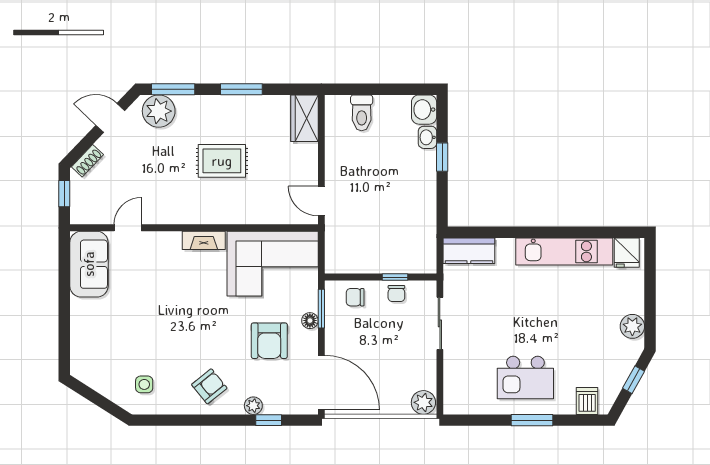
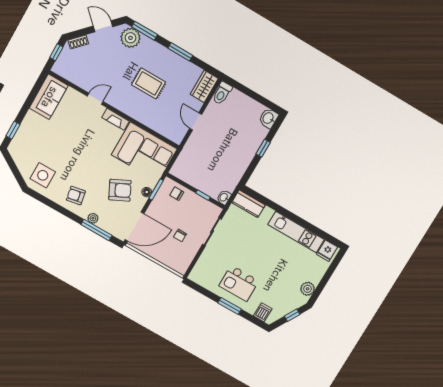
toilet: (362, 113) -> (222, 93), moved
washbasin: (427, 137) -> (224, 197), moved
door: (321, 201) -> (196, 121), moved
door: (128, 228) -> (95, 99), moved
chair: (396, 293) -> (180, 235), moved
armchair: (269, 341) -> (120, 190), turned -116
window: (64, 343) -> (13, 130), added
door: (321, 383) -> (134, 227), hinge flipped
side table: (144, 384) -> (43, 175), width x1.87, depth x1.87
armchair: (209, 386) -> (76, 196), turned -152
plant: (423, 402) -> (180, 266), removed
window: (269, 420) -> (97, 230), width x2.17

